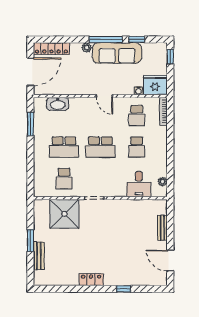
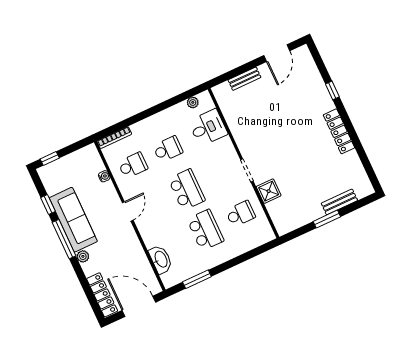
fridge: (155, 85) -> (89, 161), removed
shower: (64, 214) -> (269, 191), width x0.54, depth x0.54
locker: (91, 280) -> (339, 131), width x1.53

